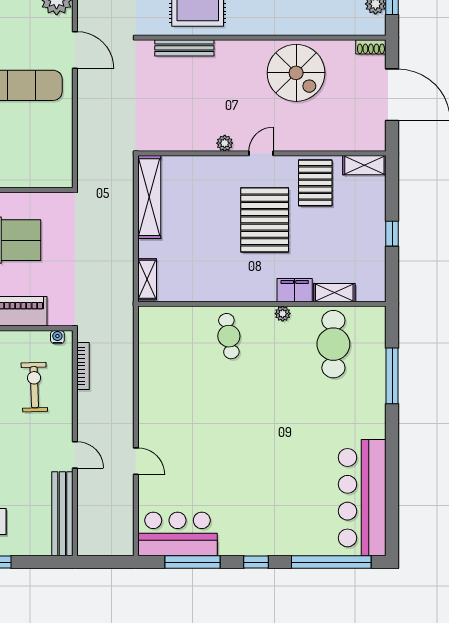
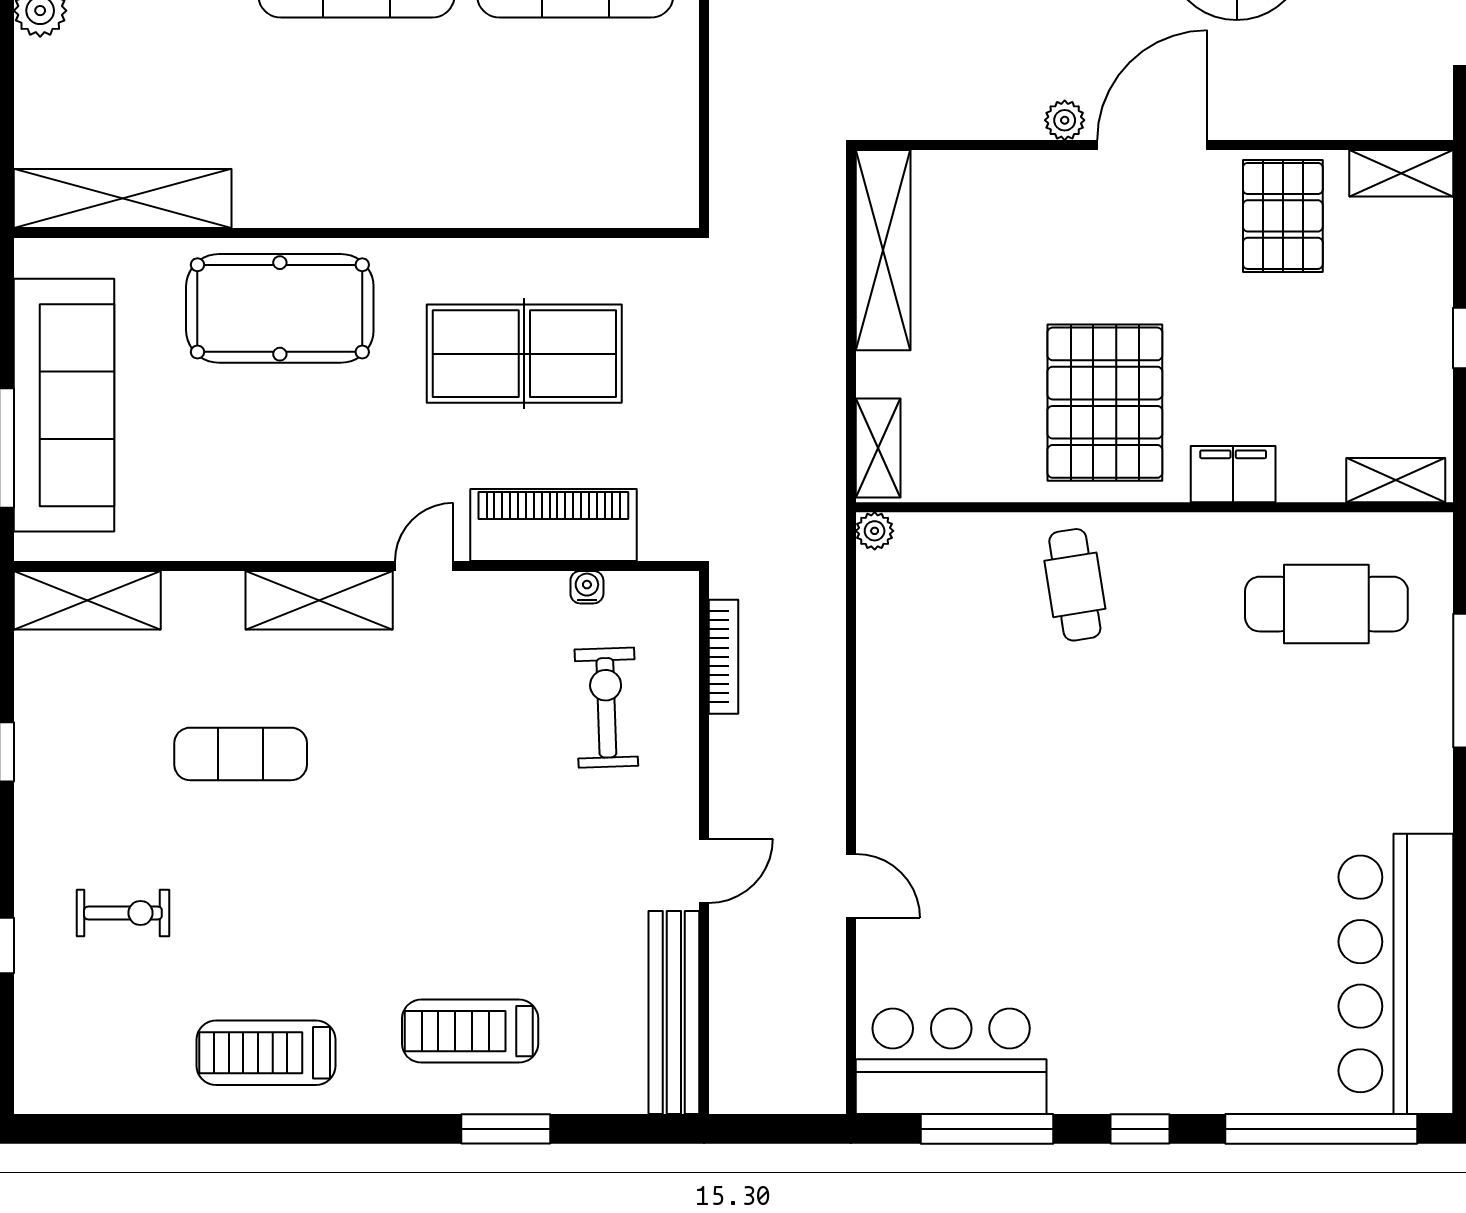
door: (261, 153) -> (1152, 145), width x1.87
pallet: (265, 220) -> (1105, 403), moved
shelving: (334, 293) -> (1396, 480), moved
plant: (283, 314) -> (875, 531), moved
water cooler: (57, 337) -> (587, 587), moved
cafe table: (333, 344) -> (1326, 604), turned 90
door: (75, 455) -> (704, 871), hinge flipped

